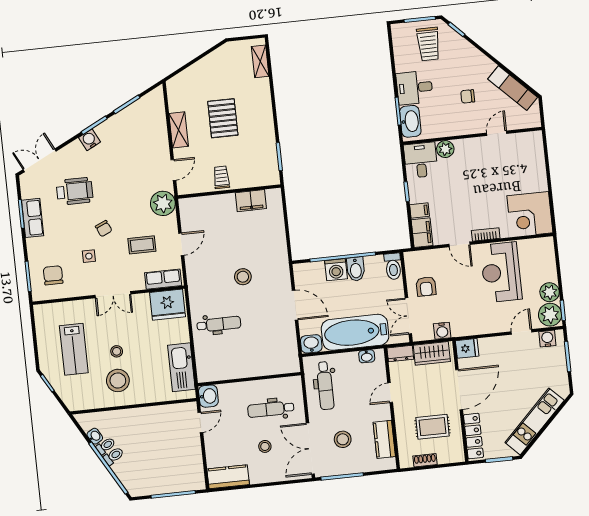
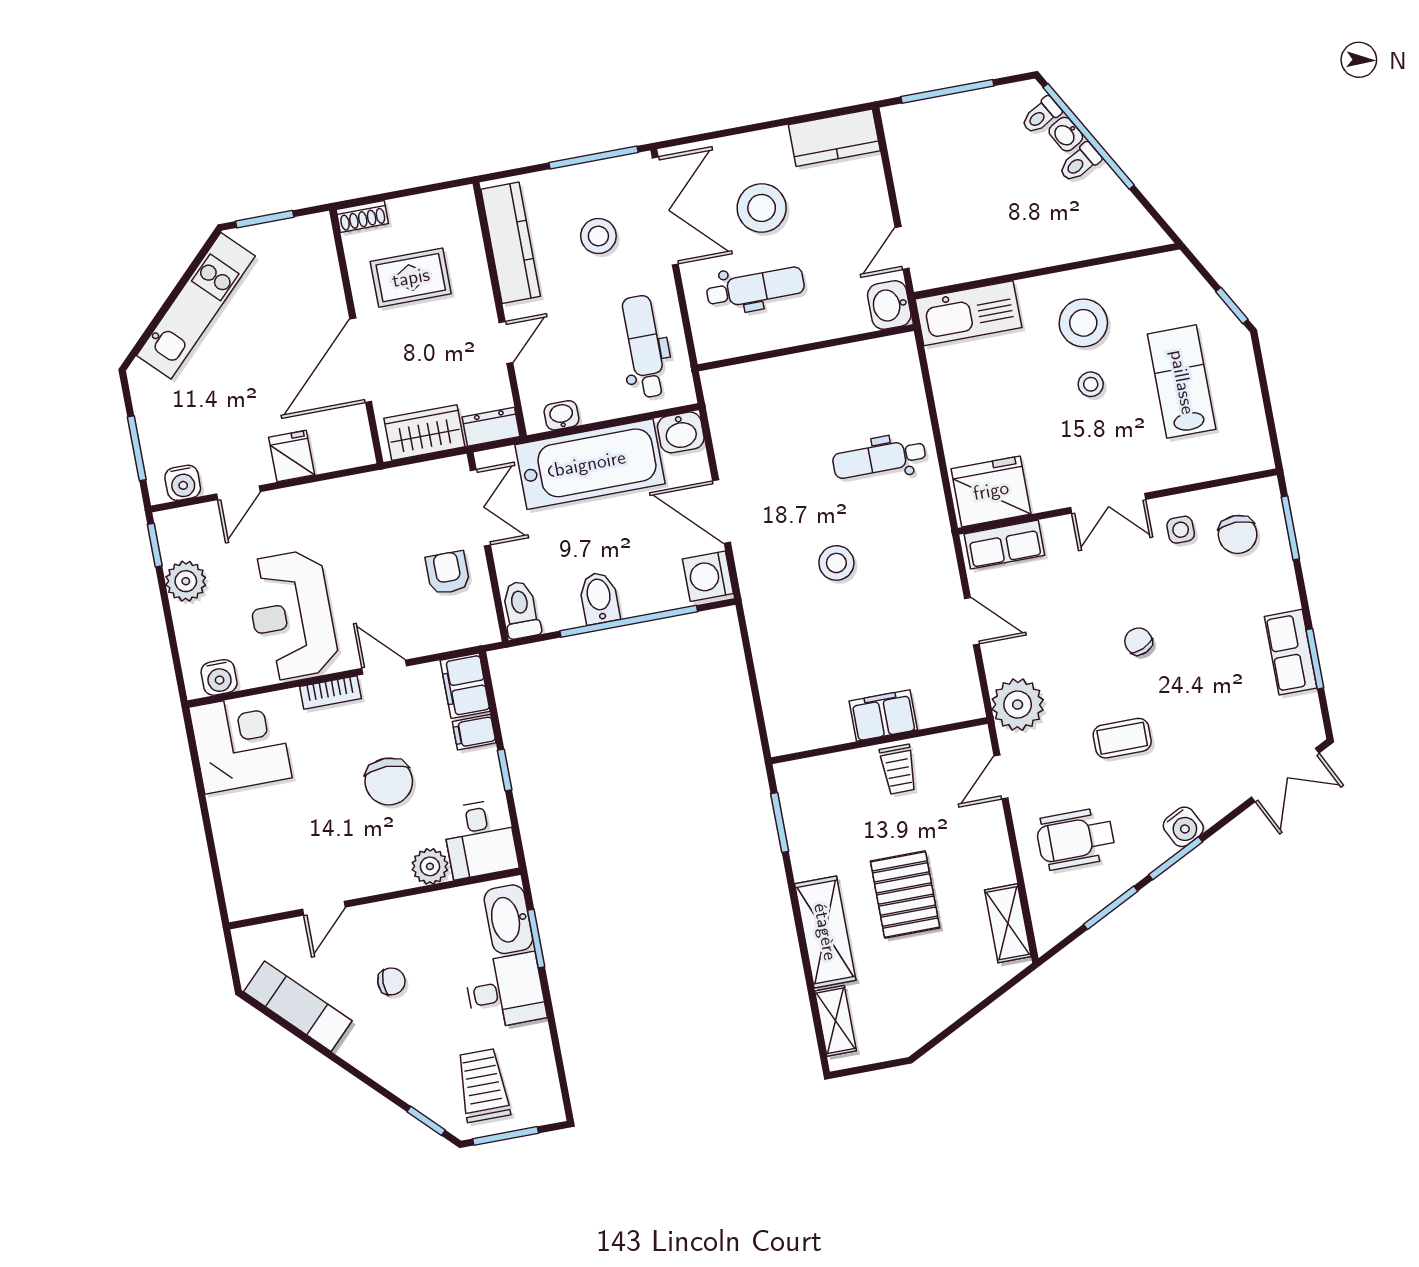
shelving: (262, 104) -> (825, 932), added
shelving: (179, 130) -> (1008, 923), moved
wheelchair: (75, 191) -> (1076, 839), moved
chair: (462, 191) -> (389, 781), added
filing cabinet: (251, 201) -> (883, 715), moved
door: (181, 244) -> (972, 621), swing flipped
coffee table: (142, 245) -> (1122, 738), moved
side table: (89, 256) -> (1181, 530), moved
washing machine: (336, 270) -> (708, 576), moved, turned -90
reception desk: (501, 272) -> (292, 615), turned 180
double door: (113, 295) -> (1108, 503), swing flipped
plant: (550, 315) -> (181, 534), removed
water cooler: (442, 331) -> (219, 677), moved, turned 180
fridge: (467, 348) -> (292, 456), moved, turned 90
kitchen sink: (181, 367) -> (968, 313), moved, turned 90
washbasin: (95, 436) -> (1066, 134), moved
locker: (473, 436) -> (323, 265), removed
kitchen counter: (384, 439) -> (511, 243), width x1.50
toilet: (106, 446) -> (1041, 115), moved
stool: (265, 446) -> (762, 208), width x1.89, depth x1.89
shoe rack: (425, 460) -> (362, 216), moved

